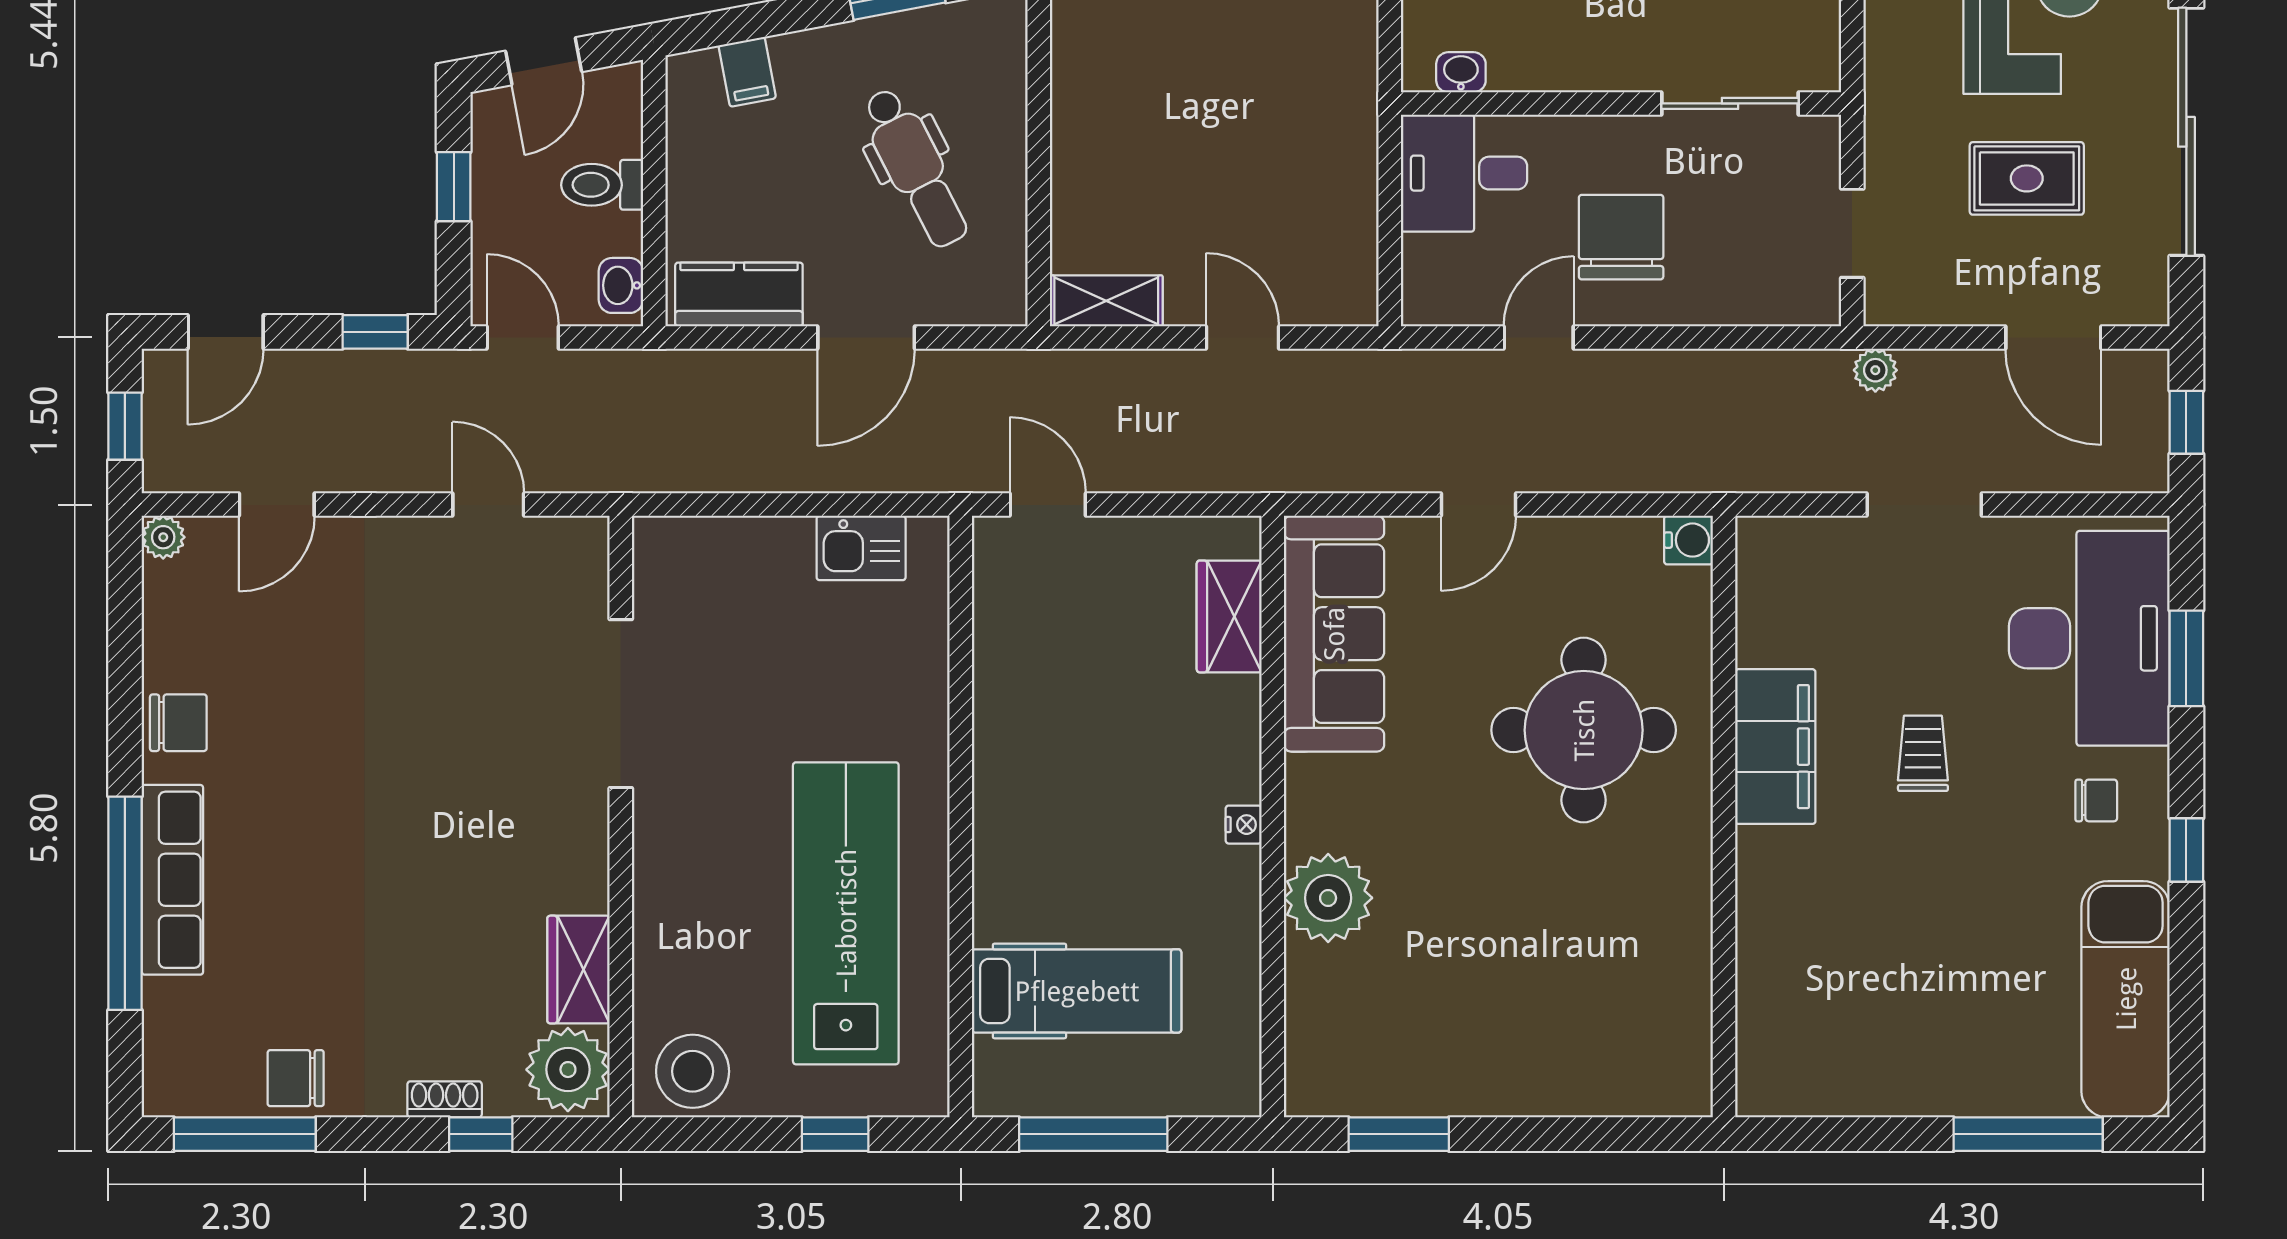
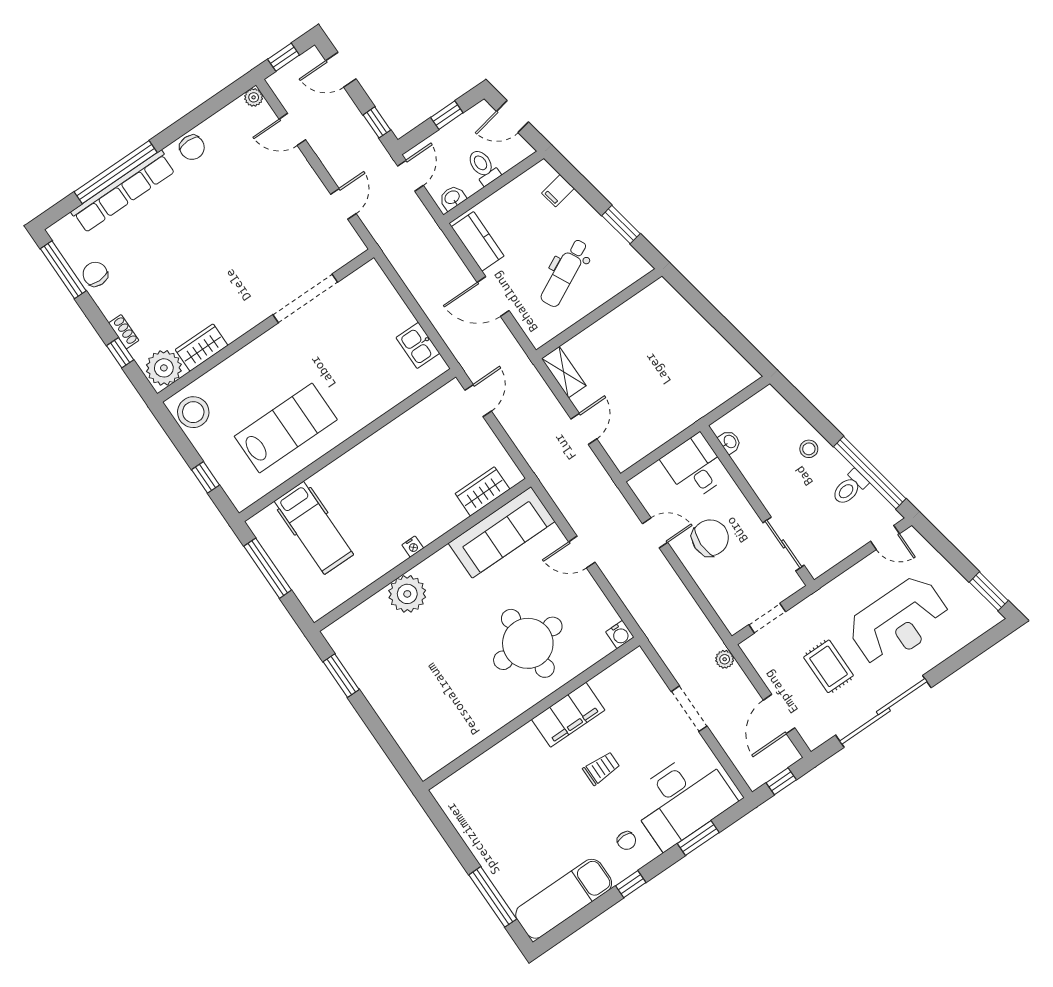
row of seats: (172, 880) -> (123, 191), width x1.36
lab bench: (846, 913) -> (286, 428), width x0.73

